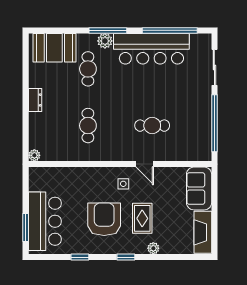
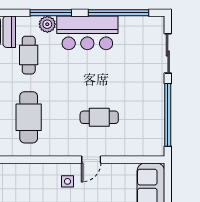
bar counter: (151, 49) -> (87, 33), width x0.73
cafe table: (88, 126) -> (29, 117), width x1.37, depth x1.35
door: (145, 164) -> (91, 160), hinge flipped

